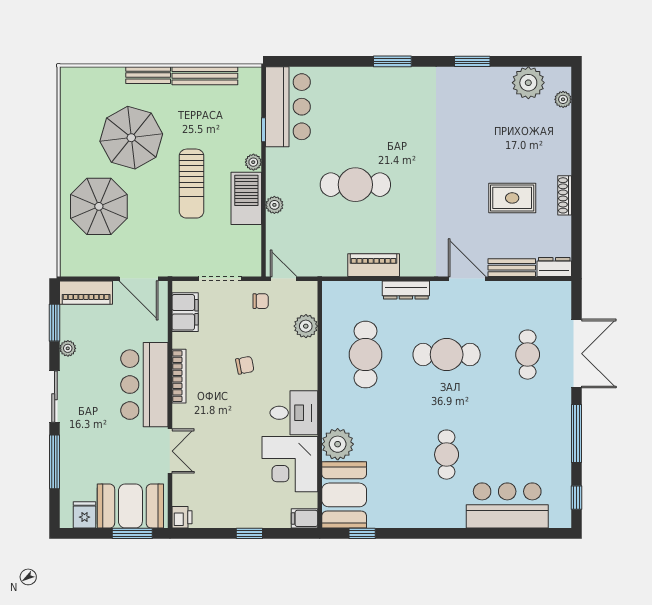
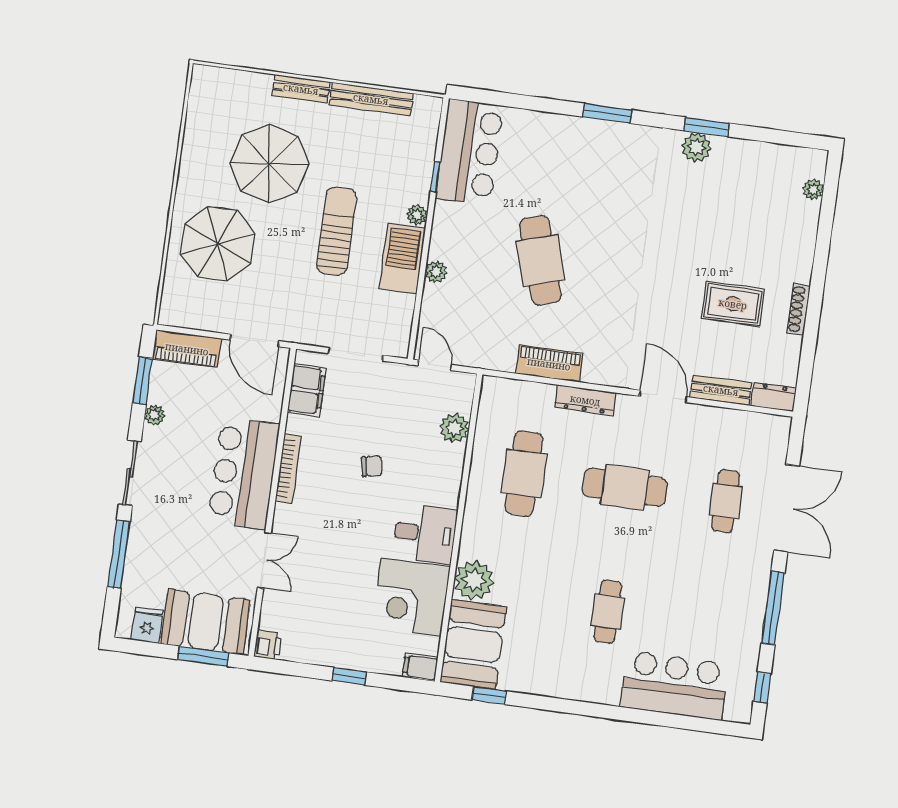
plant: (528, 83) -> (696, 147), moved, width x0.73, depth x0.73
sun lounger: (191, 184) -> (337, 231), turned 180
cafe table: (355, 185) -> (540, 260), turned 73
chair: (261, 301) -> (402, 389), removed

